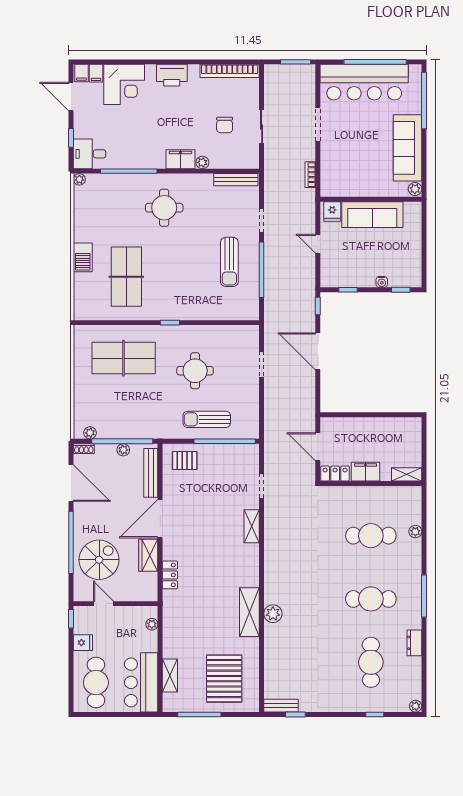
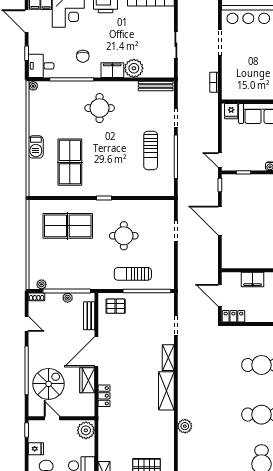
chair: (225, 125) -> (83, 56), moved
plant: (202, 162) -> (134, 68), width x1.87, depth x1.87
door: (318, 244) -> (220, 160), moved
filing cabinet: (366, 472) -> (253, 279), moved, turned 180
bench: (151, 473) -> (89, 316), width x0.73
door: (71, 483) -> (27, 324), width x0.53
shelving: (249, 612) -> (166, 391), moved
plant: (152, 624) -> (86, 430), width x1.88, depth x1.88

